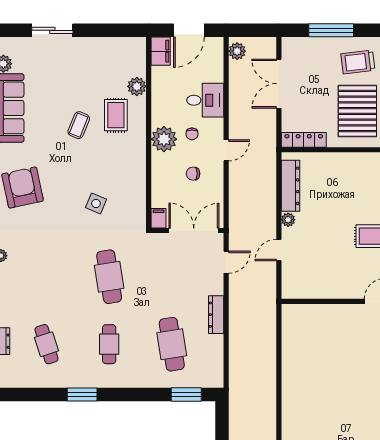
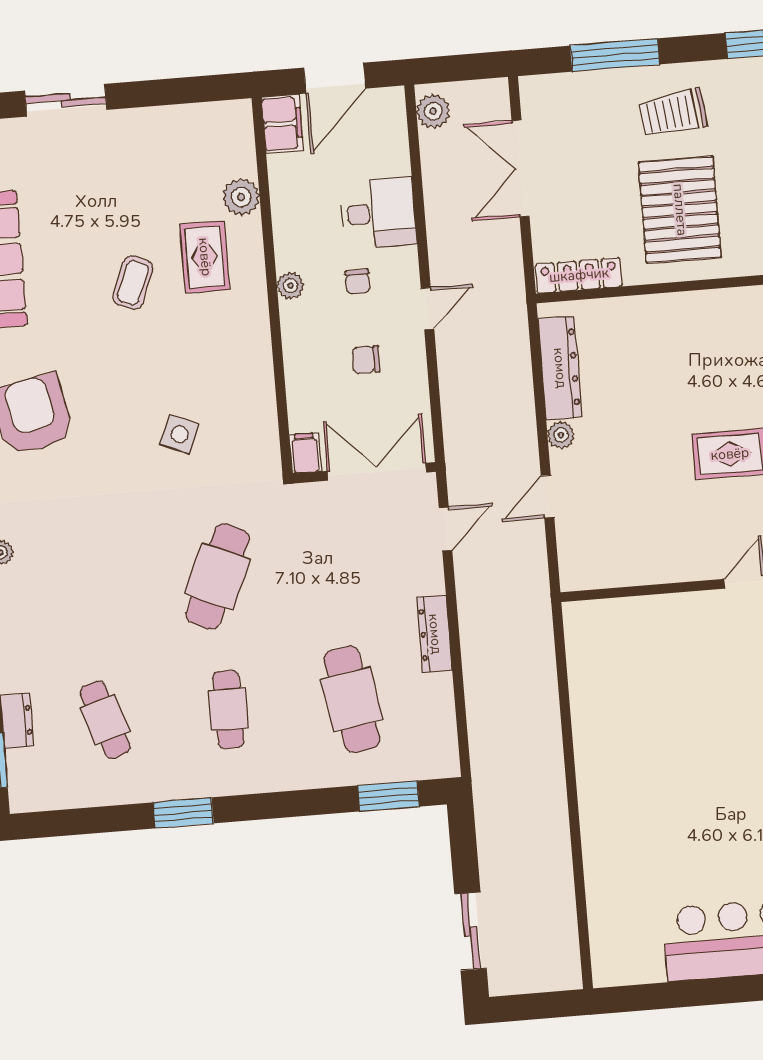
plant: (164, 139) -> (290, 286), width x0.53, depth x0.53
cafe table: (109, 277) -> (217, 576), turned 33

